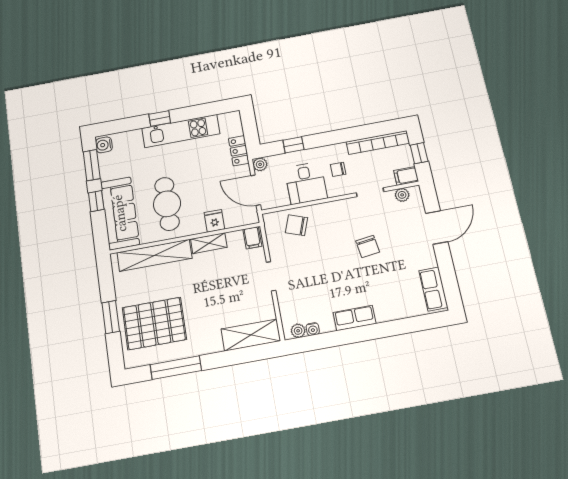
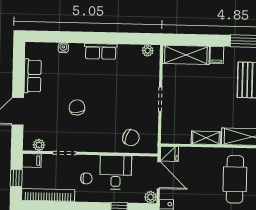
fridge: (214, 221) -> (169, 154), moved, turned -90
filing cabinet: (252, 238) -> (217, 55), moved, turned 180
row of seats: (433, 289) -> (33, 76), moved
water cooler: (313, 329) -> (63, 48), moved

